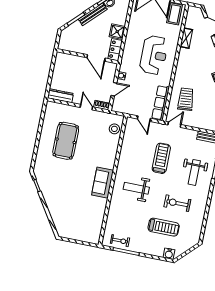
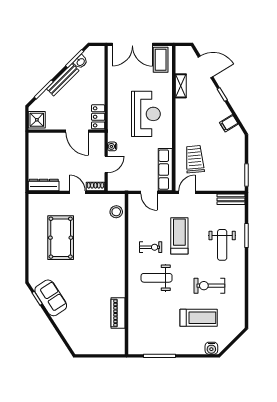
shower: (117, 32) -> (37, 120), moved
sofa: (103, 183) -> (51, 298), moved, turned 147
piano: (100, 210) -> (118, 313), added
exercise bike: (120, 241) -> (151, 247), moved

